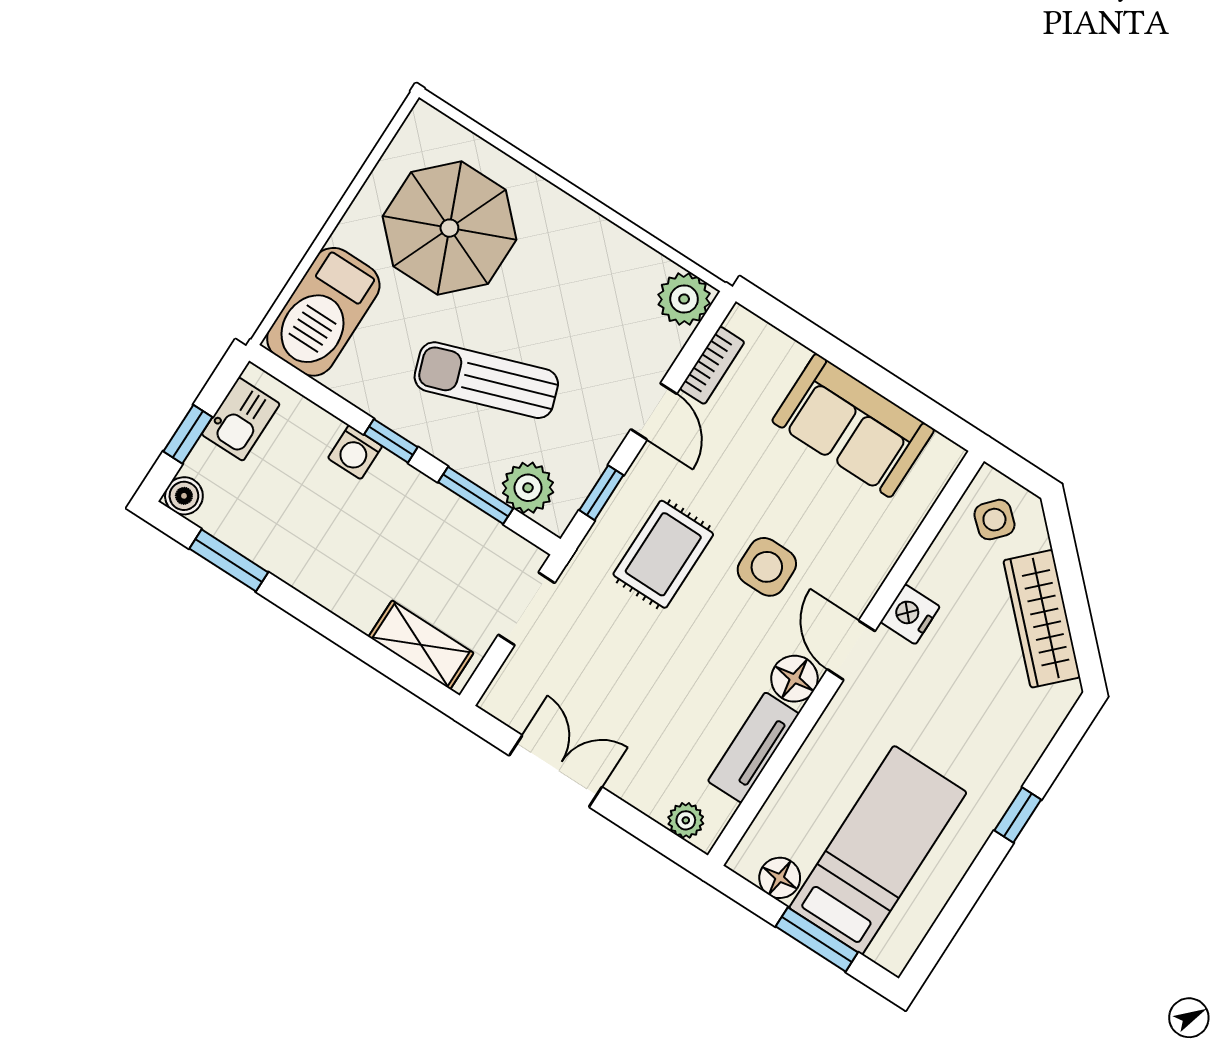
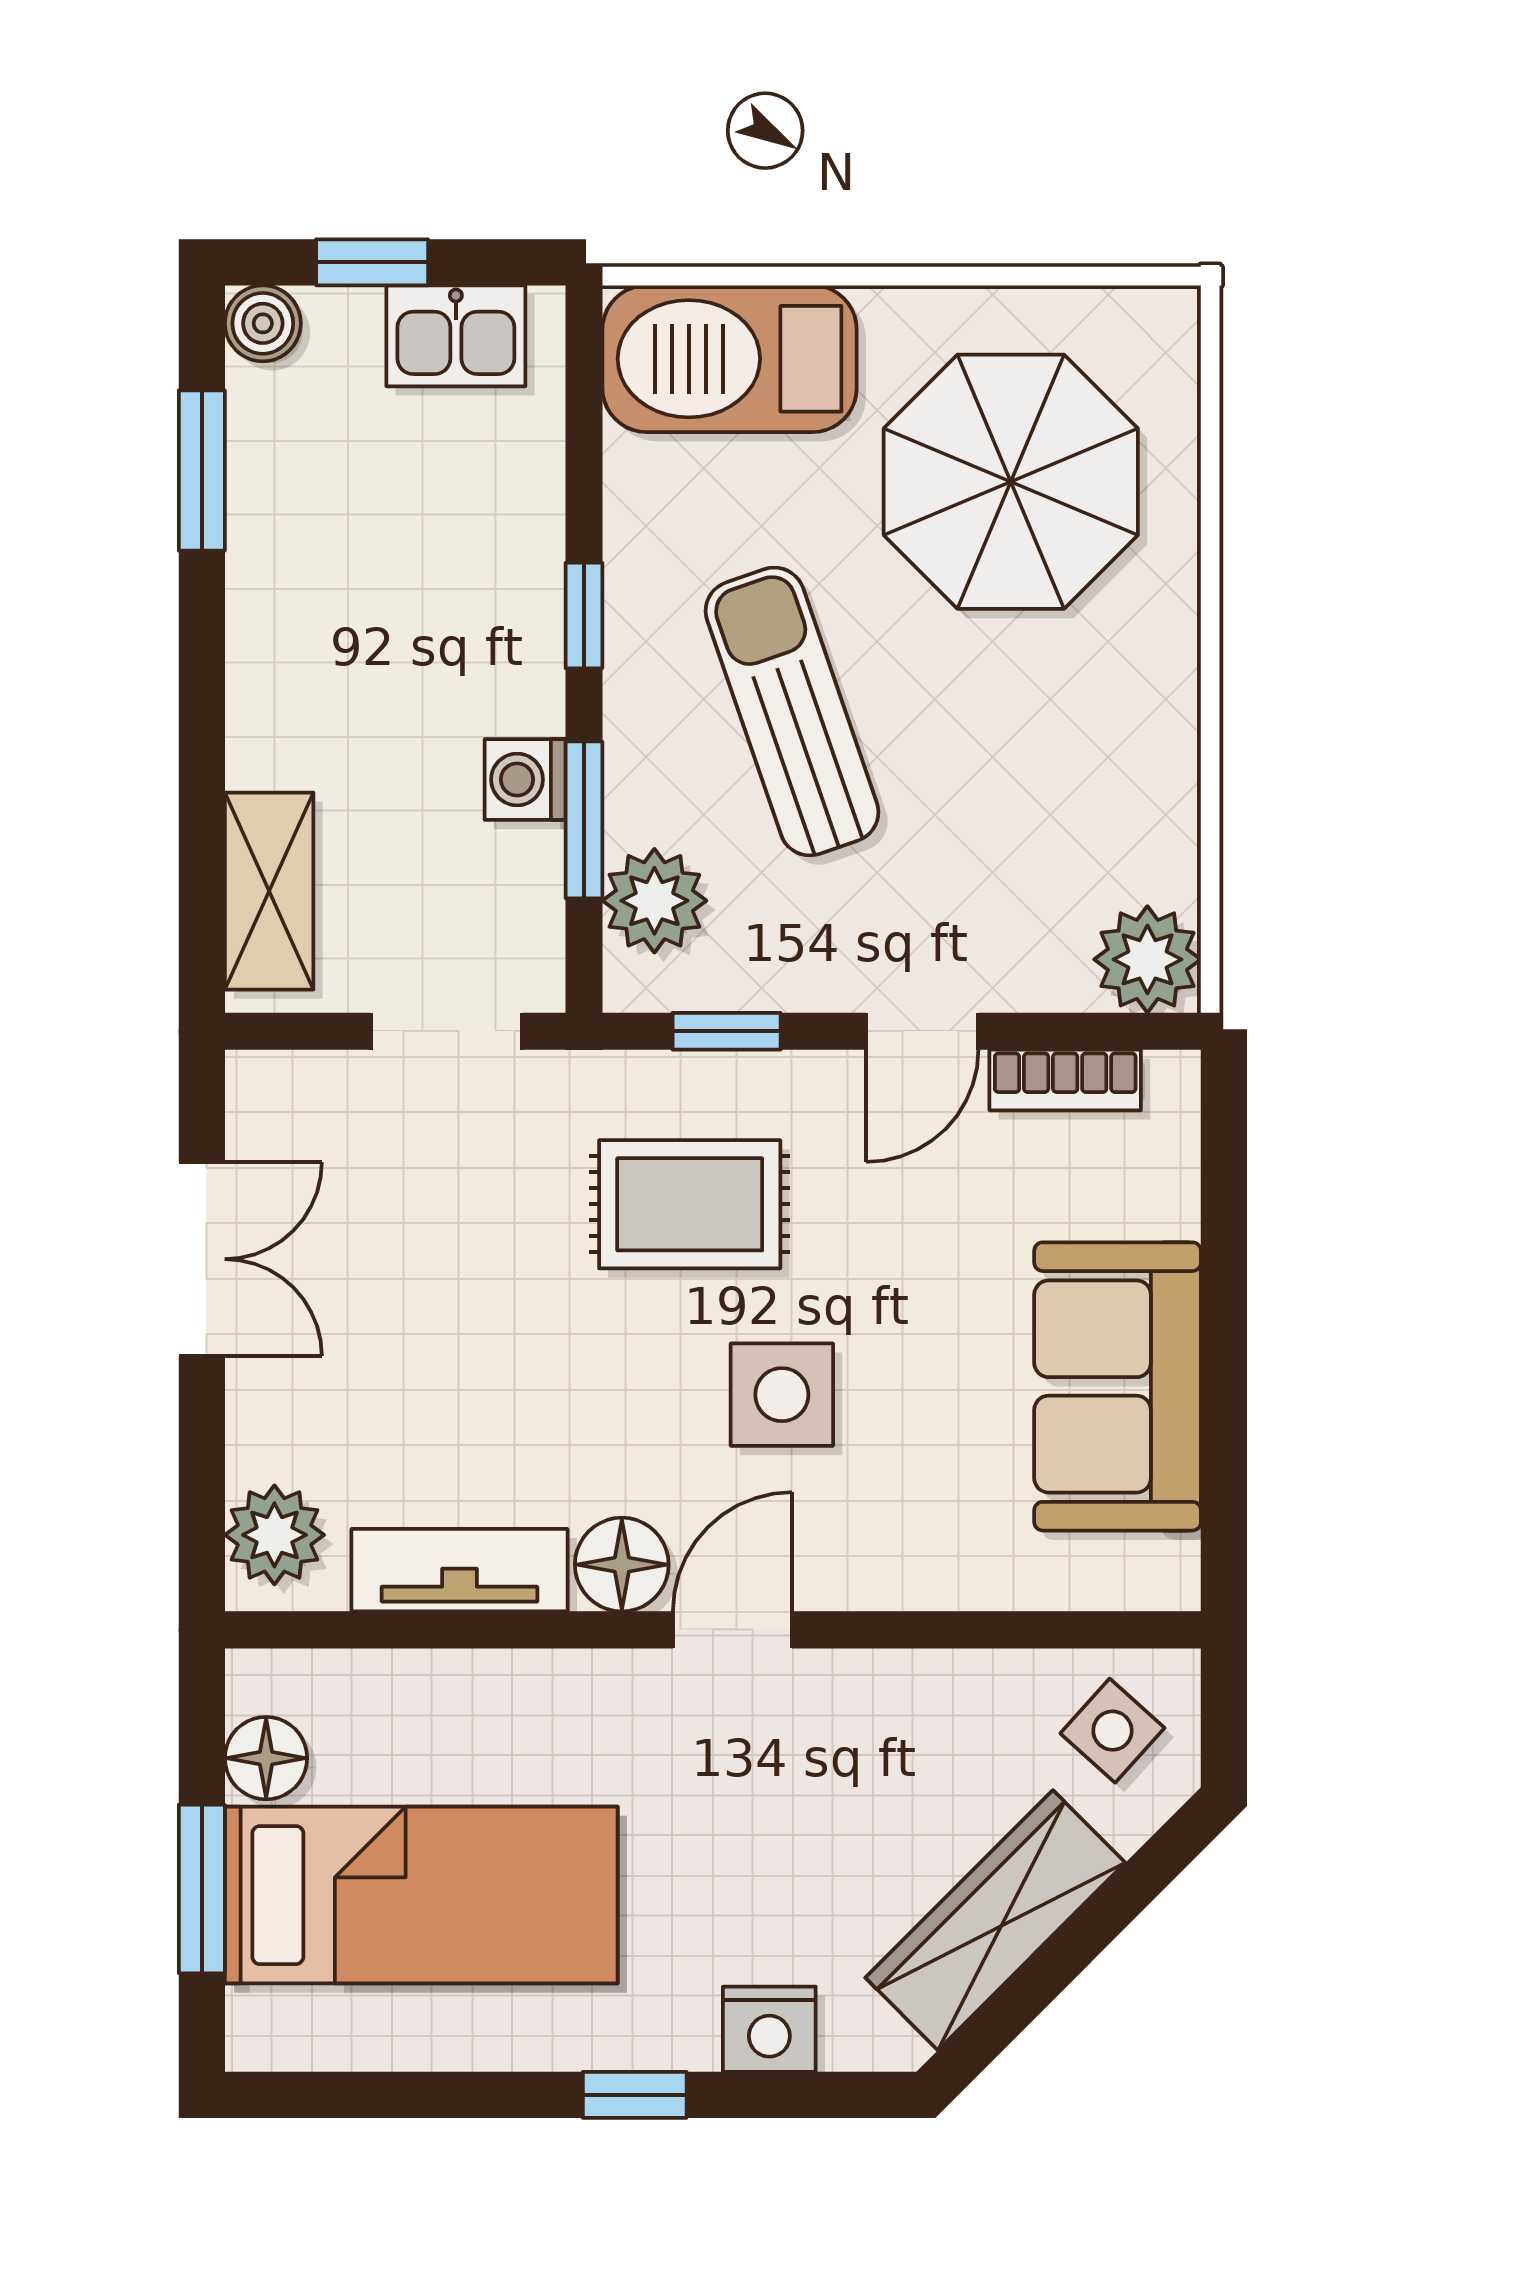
washing machine: (355, 452) -> (525, 779), moved
nightstand: (910, 614) -> (769, 2029), moved, turned 180
plant: (686, 820) -> (274, 1535), width x1.38, depth x1.38

